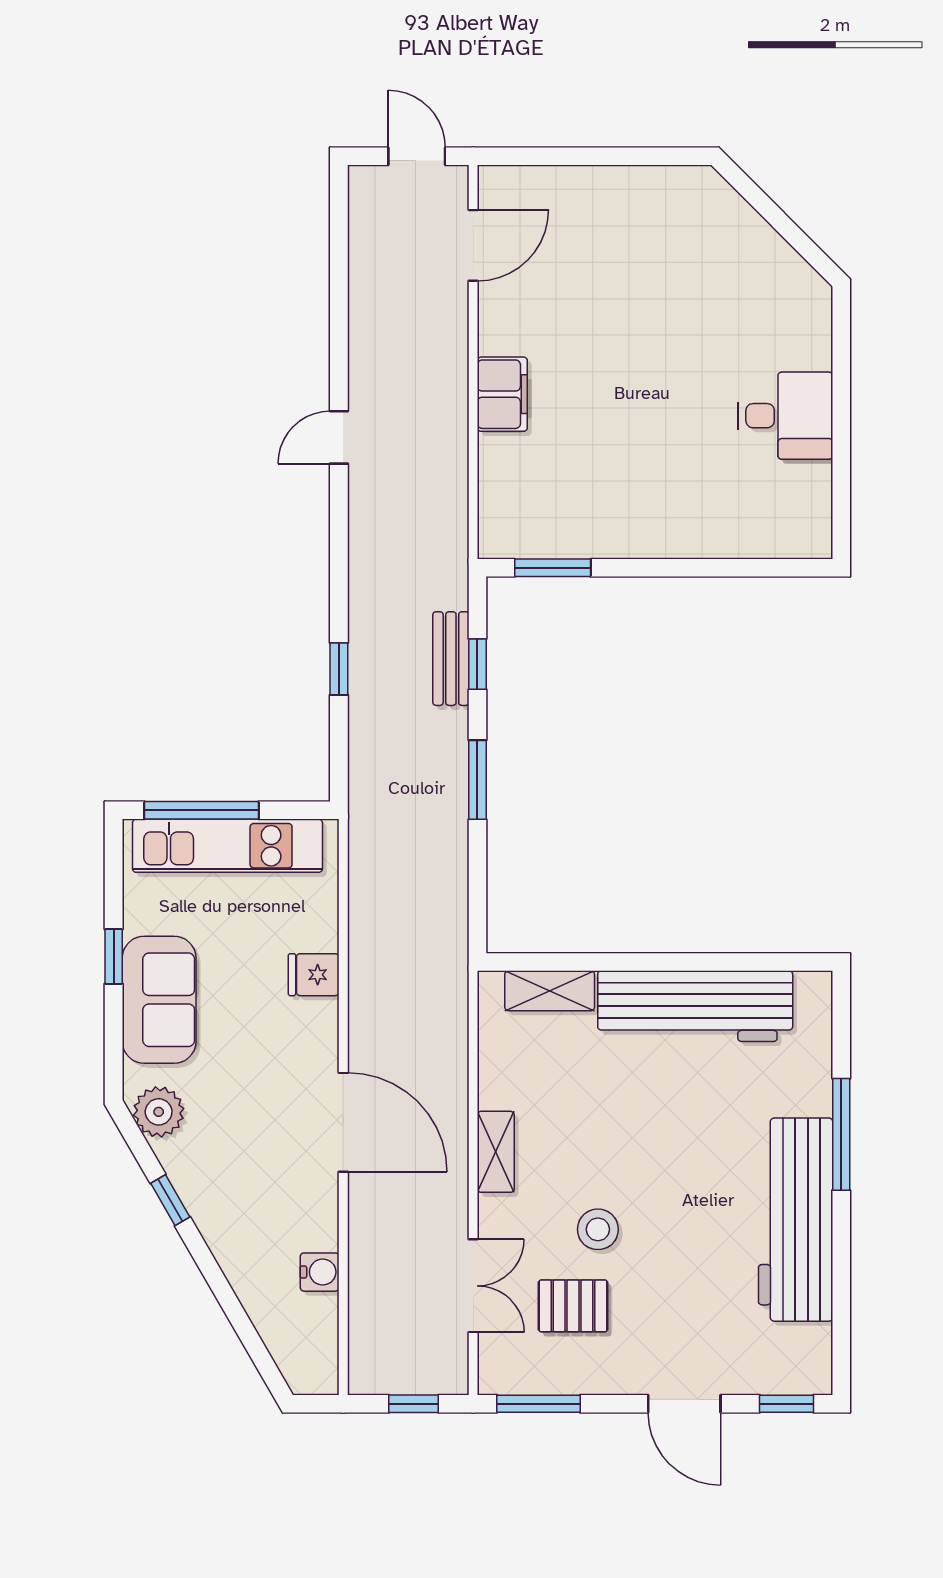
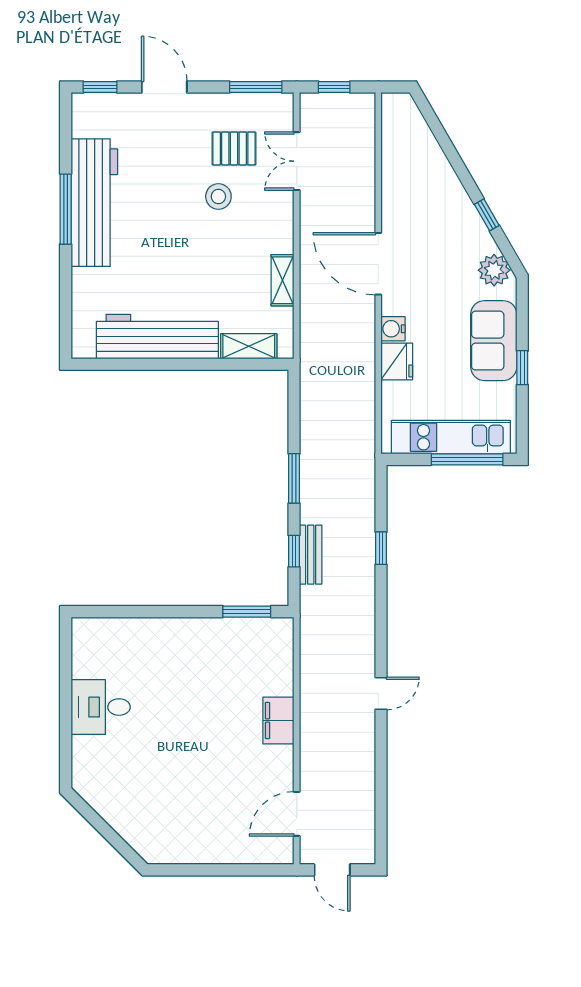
fridge: (314, 975) -> (397, 361), width x1.38
window: (841, 1134) -> (66, 209), moved
shelving: (496, 1152) -> (282, 280), moved
water cooler: (320, 1272) -> (393, 329), moved

